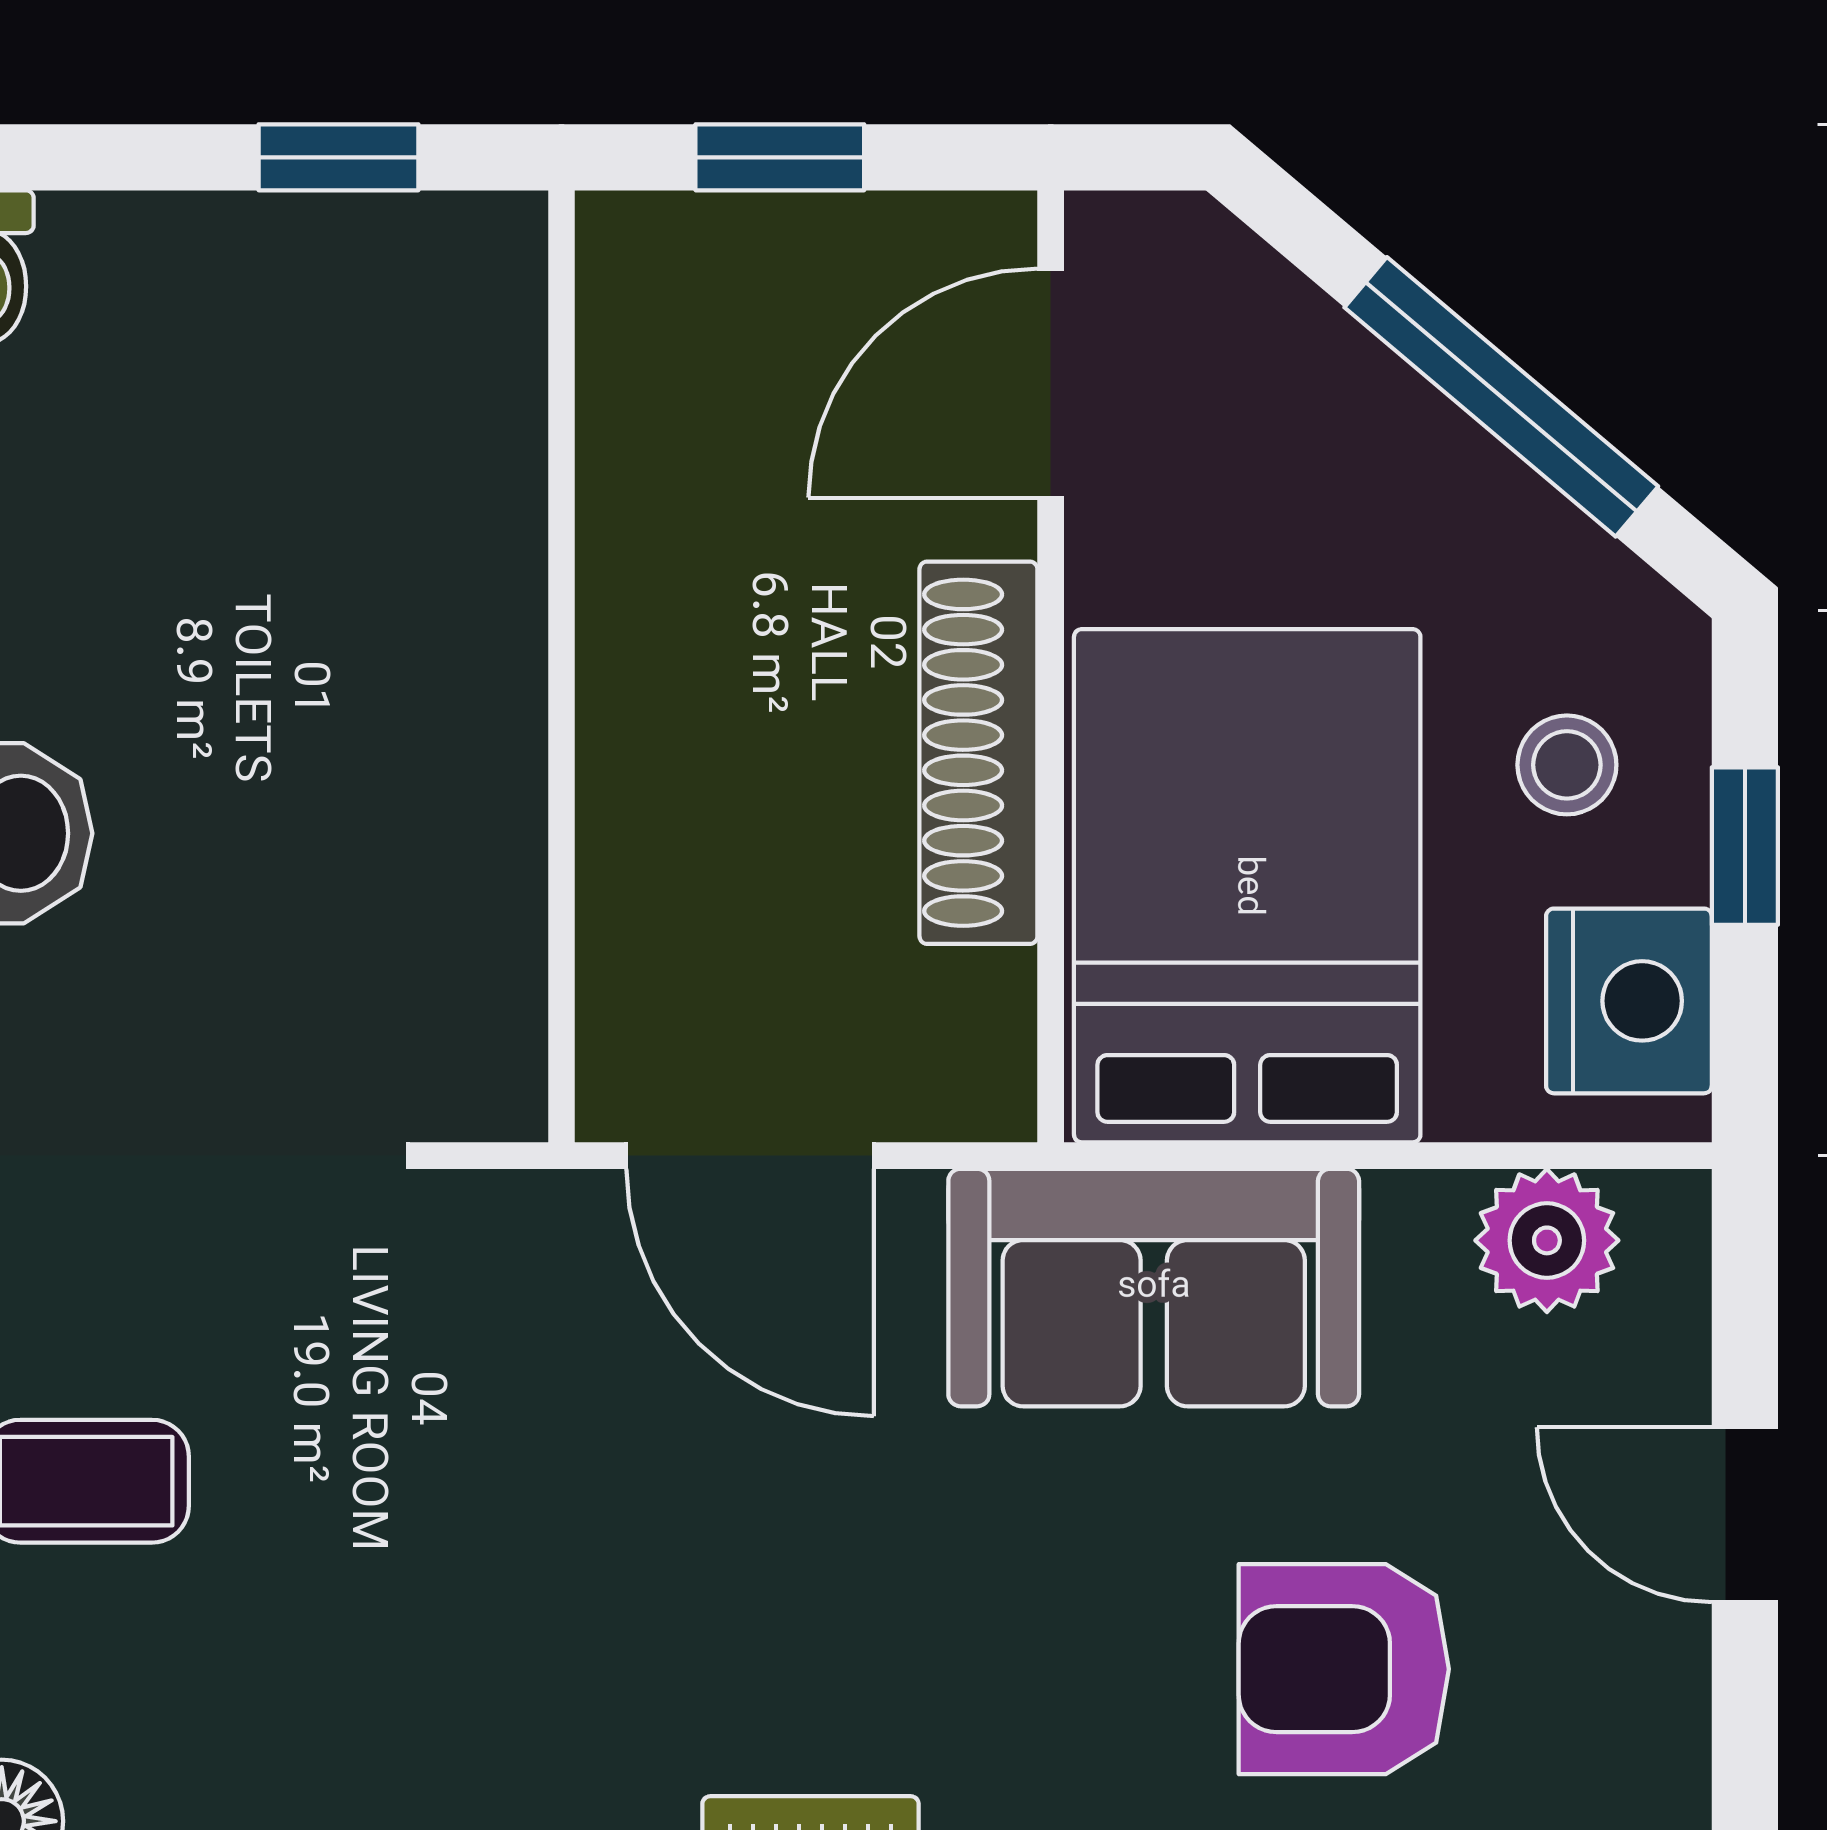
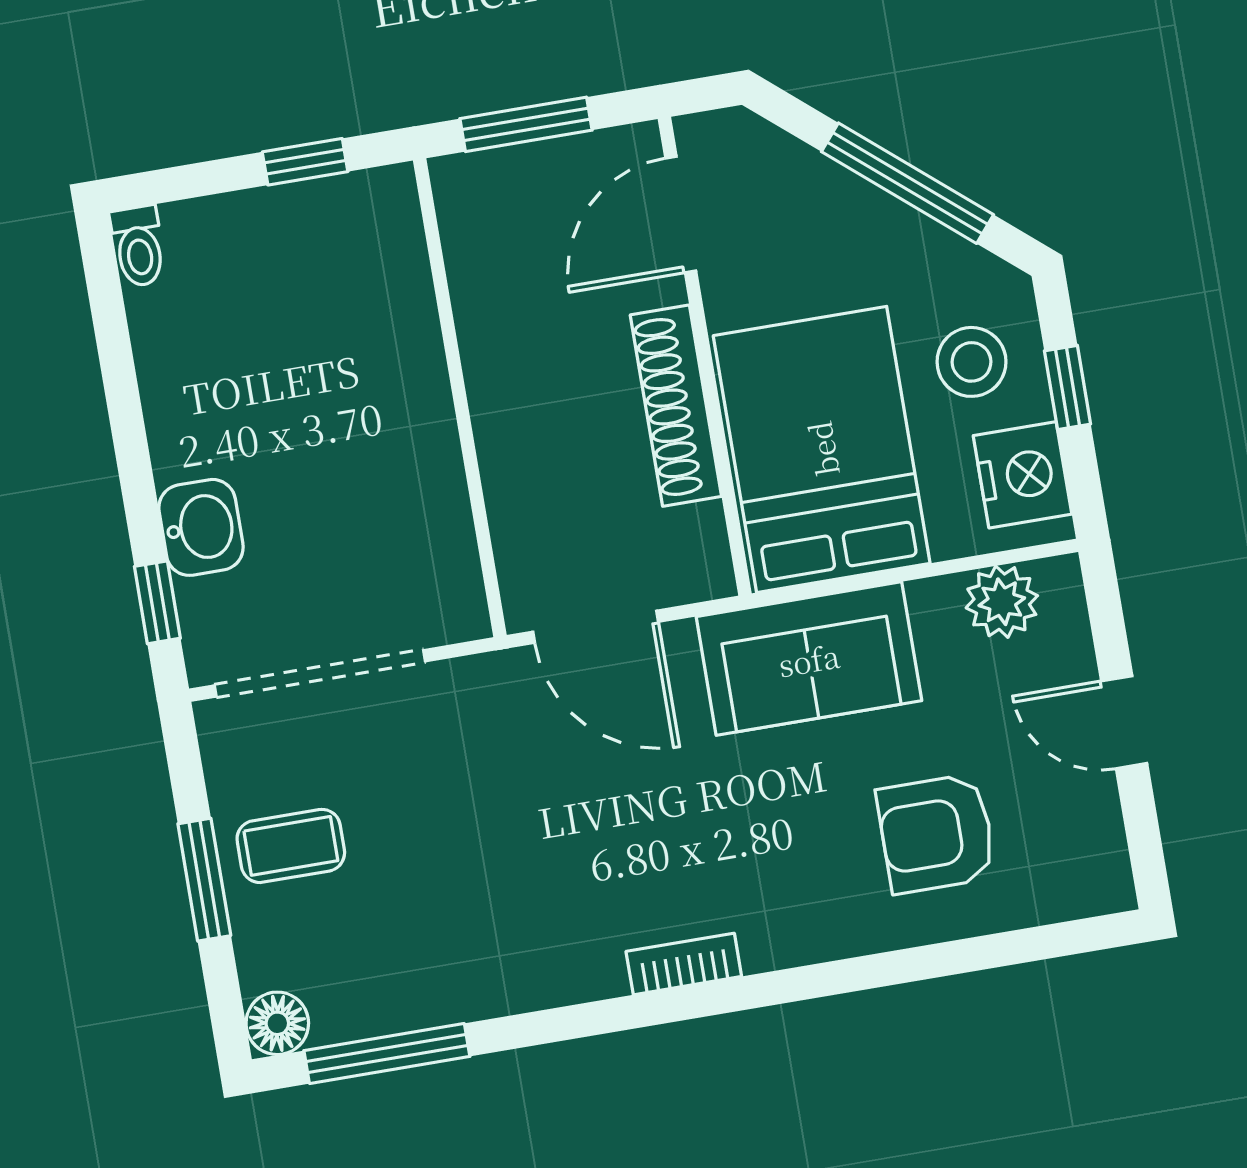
window: (780, 157) -> (526, 124), width x1.50
stool: (1567, 765) -> (972, 362), width x1.37, depth x1.37

